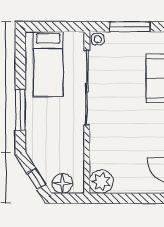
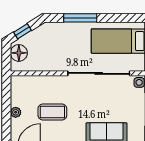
coffee table: (133, 143) -> (52, 112), added
plant: (101, 182) -> (16, 112), moved, width x0.53, depth x0.53

